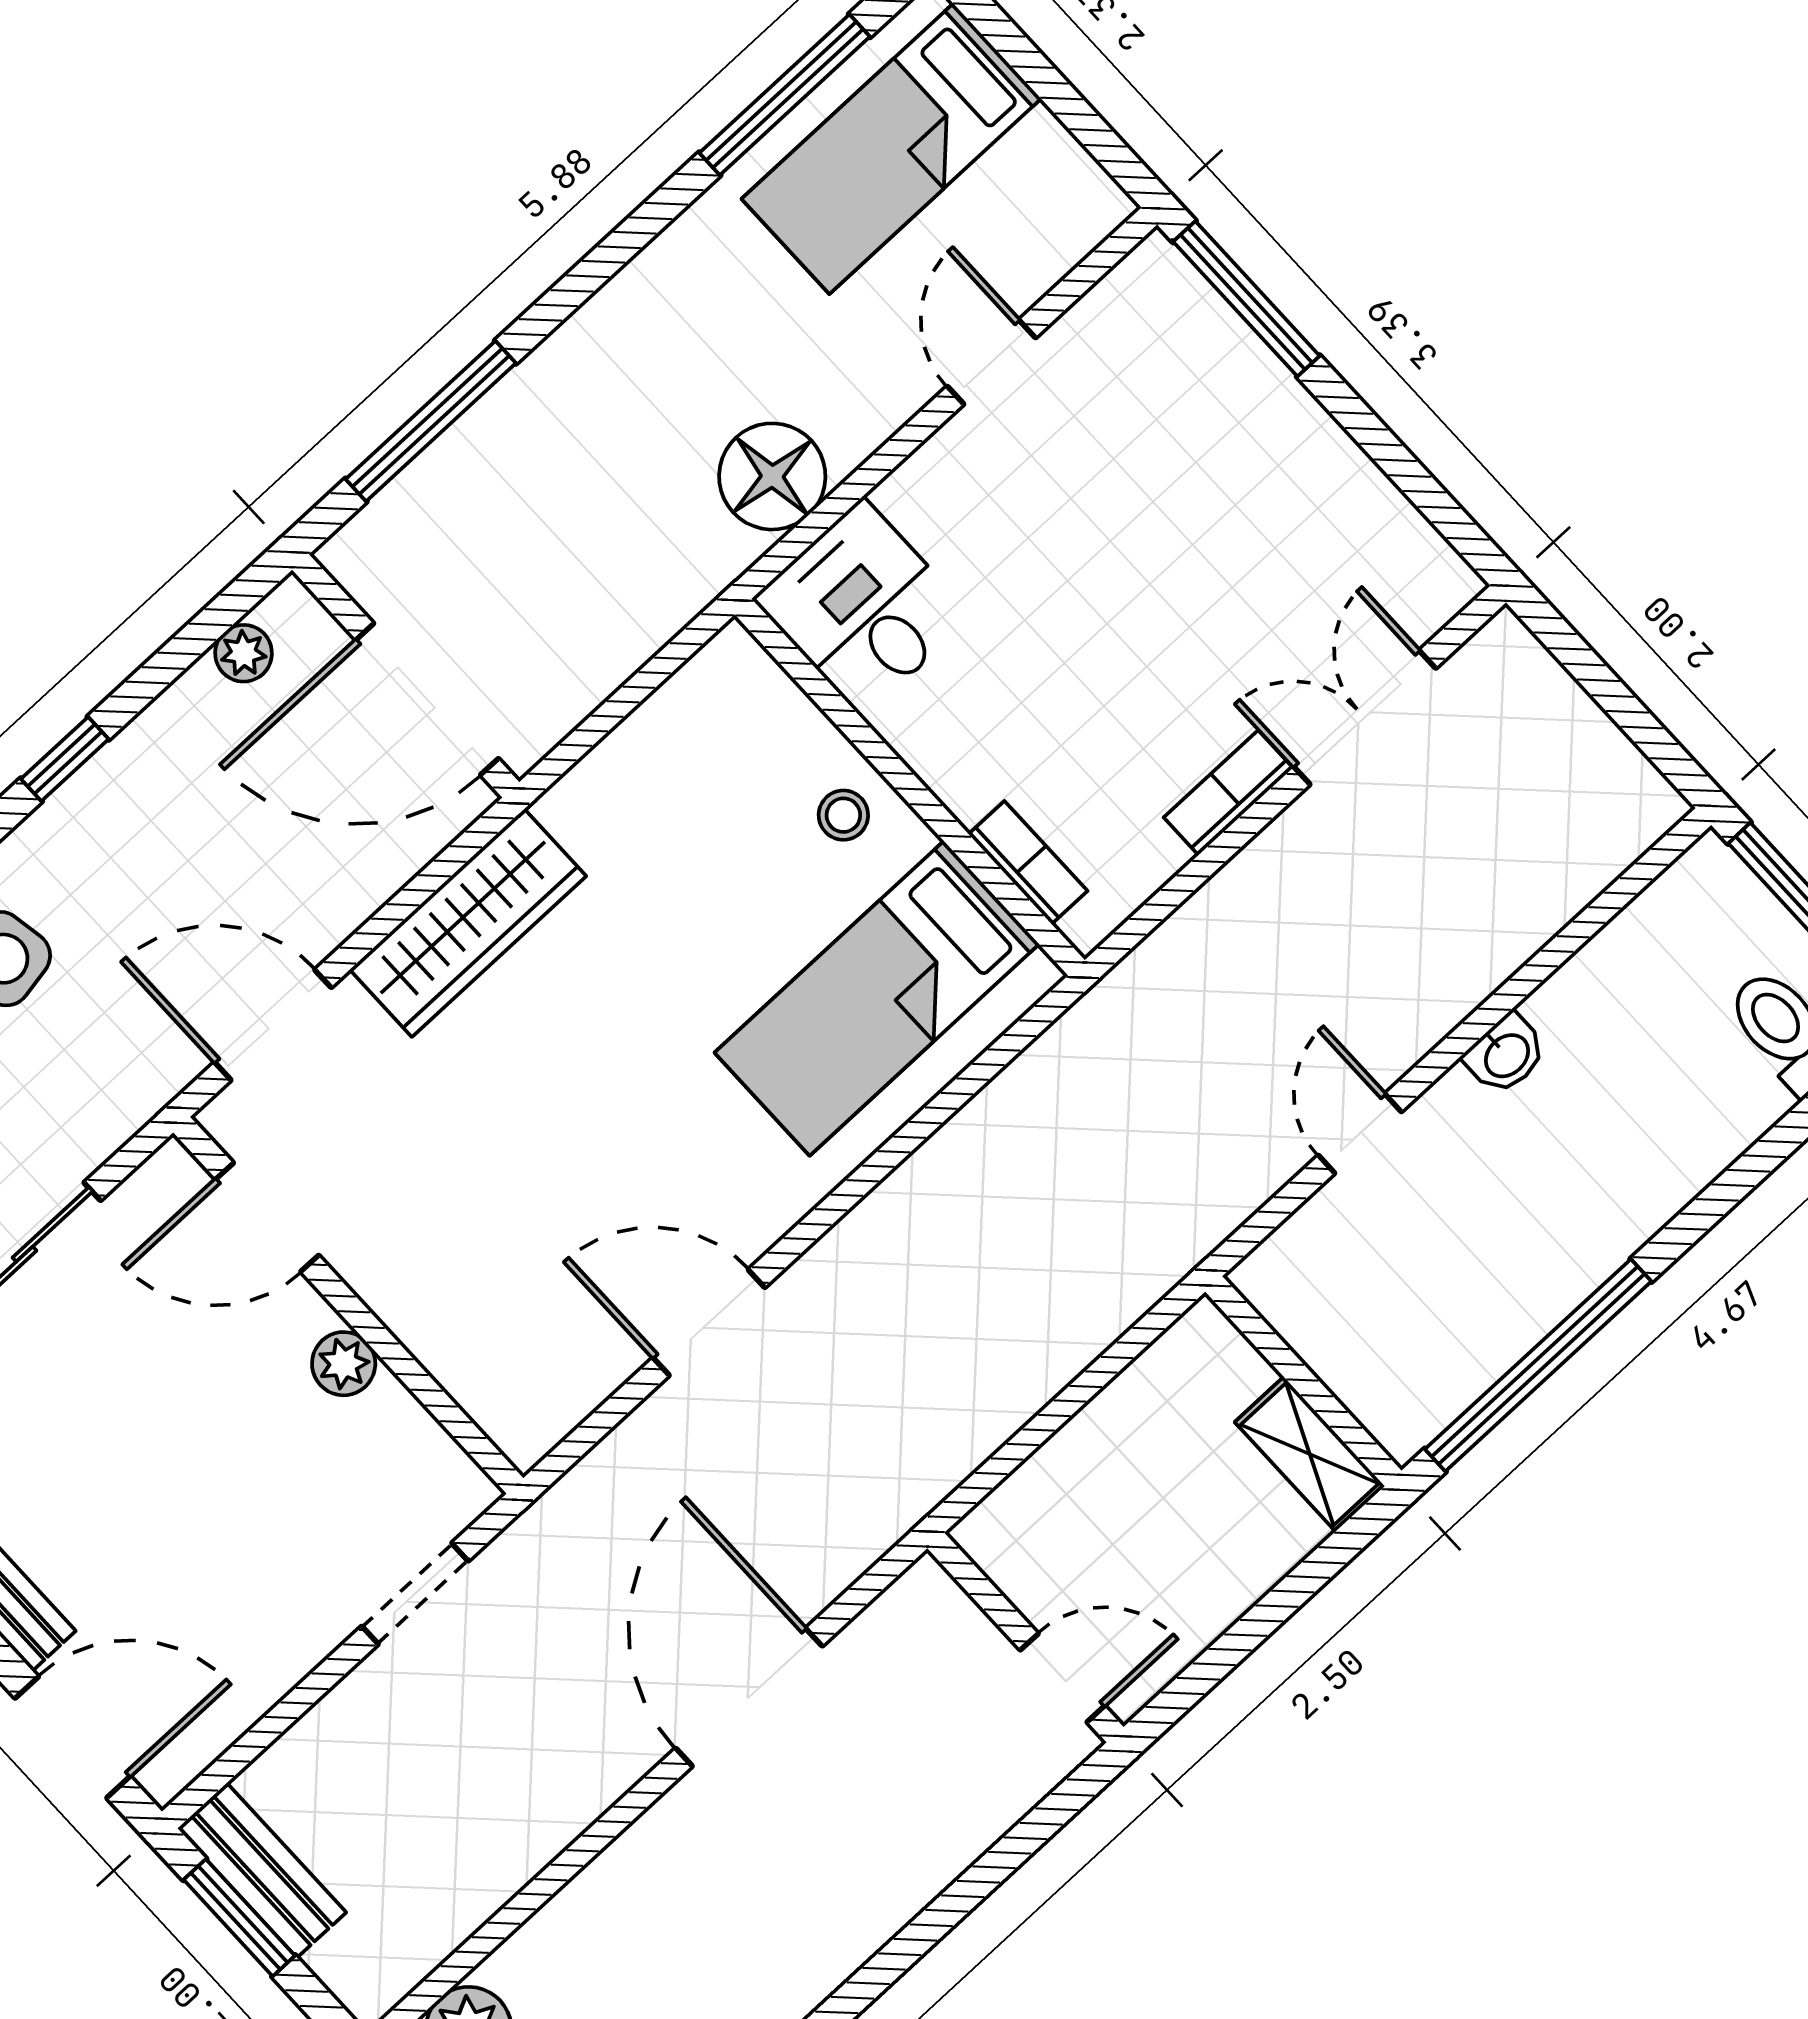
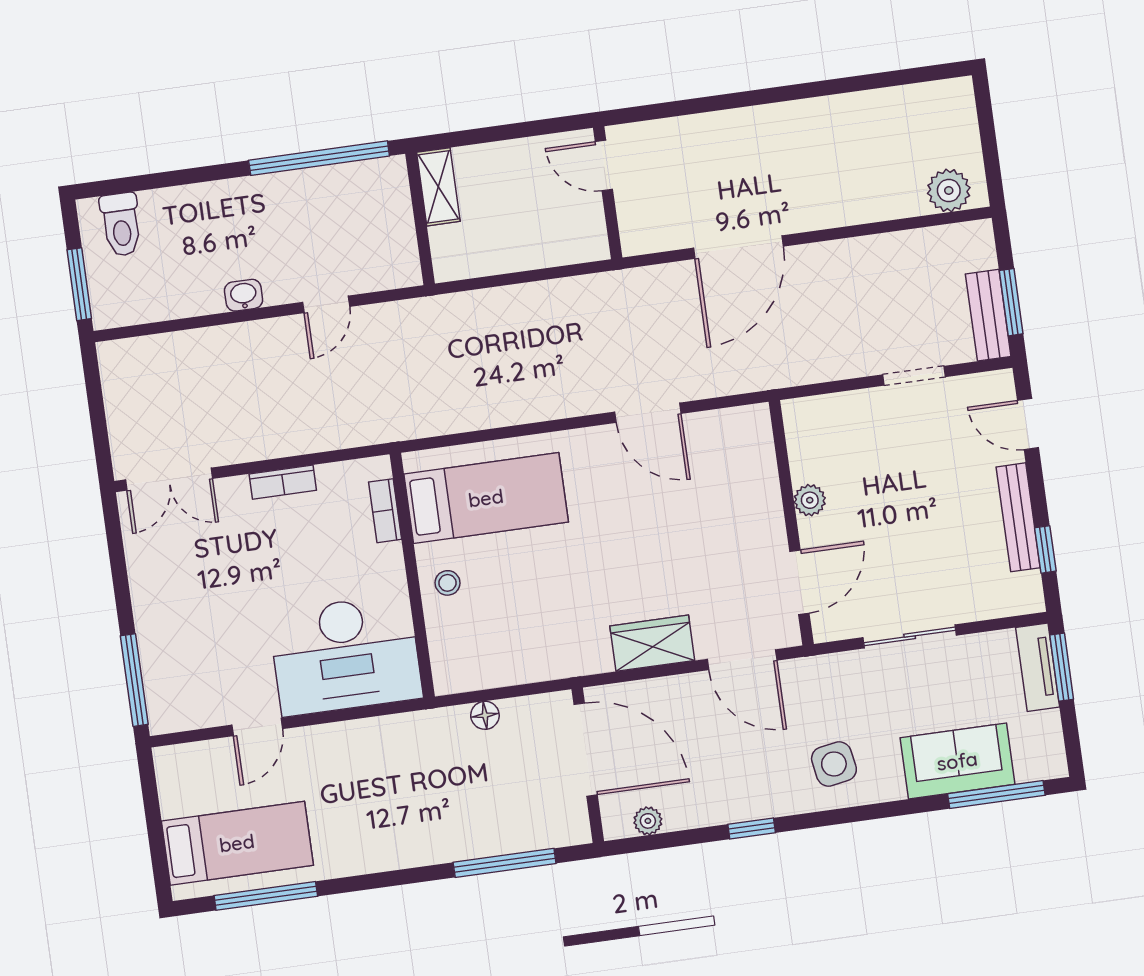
floor lamp: (772, 476) -> (485, 715), moved, width x0.53, depth x0.53
desk: (863, 608) -> (346, 655), width x1.87, depth x1.30
double door: (1365, 717) -> (169, 479), moved
wardrobe: (468, 923) -> (652, 643), width x0.67
door: (267, 1217) -> (799, 582), hinge flipped
doorway: (415, 1594) -> (914, 376), moved
door: (73, 1737) -> (1028, 424), width x0.73

